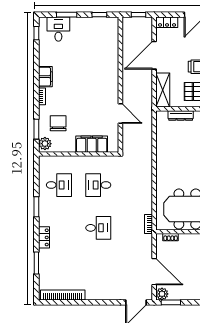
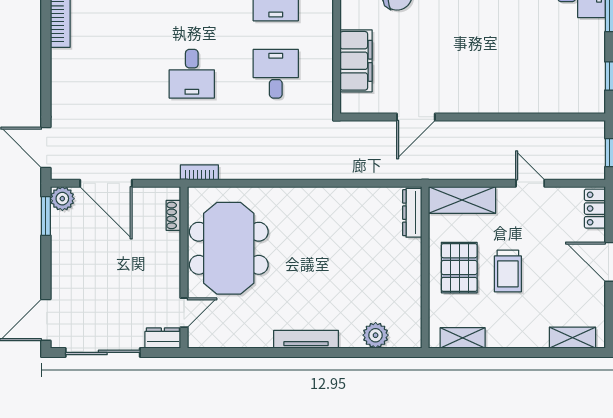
door: (154, 55) -> (530, 183), width x0.53
dresser: (181, 115) -> (412, 213), moved
door: (154, 272) -> (106, 183), hinge flipped

